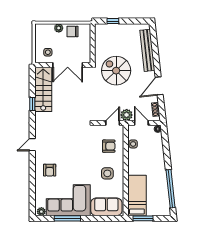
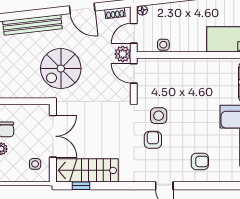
window: (32, 104) -> (81, 186), moved
armchair: (109, 146) -> (153, 140), moved
side table: (107, 173) -> (159, 116), moved

